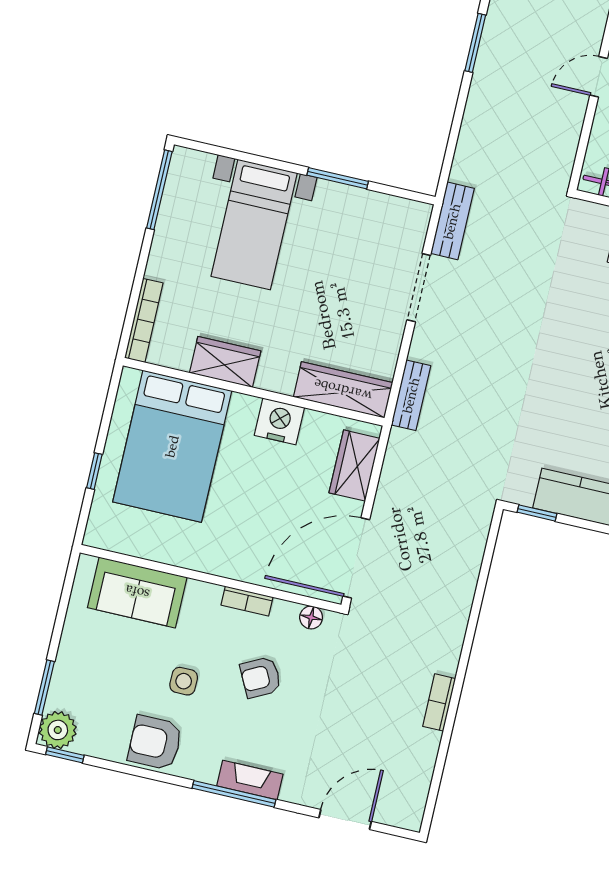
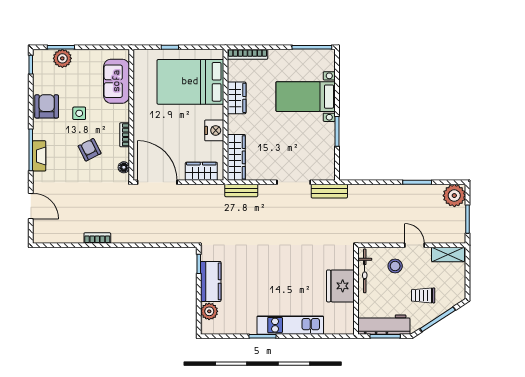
plant: (58, 730) -> (62, 58), moved

